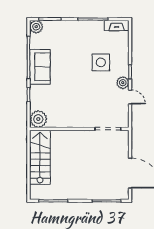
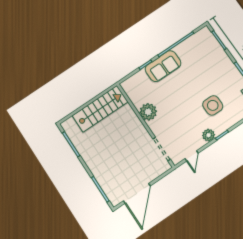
plant: (36, 27) -> (205, 33), removed
sofa: (40, 67) -> (163, 66), moved
door: (130, 97) -> (192, 156), moved
plant: (38, 119) -> (148, 112), moved

